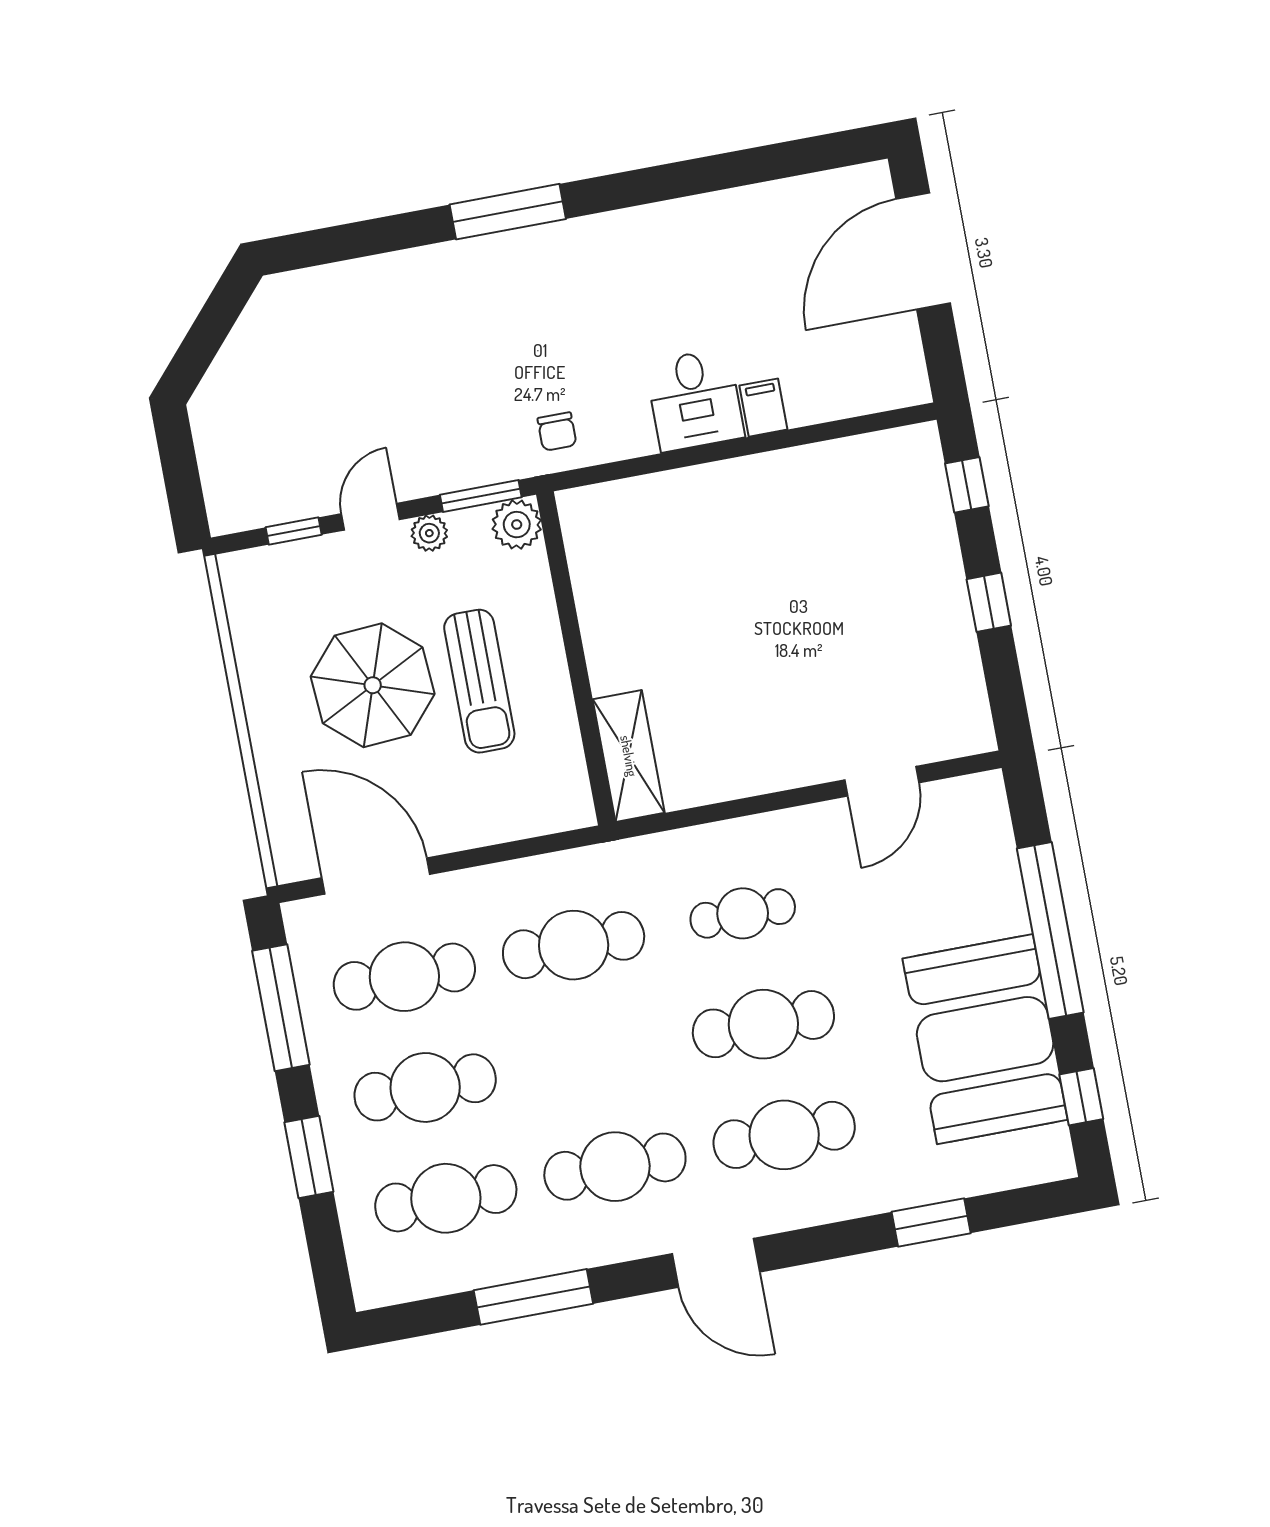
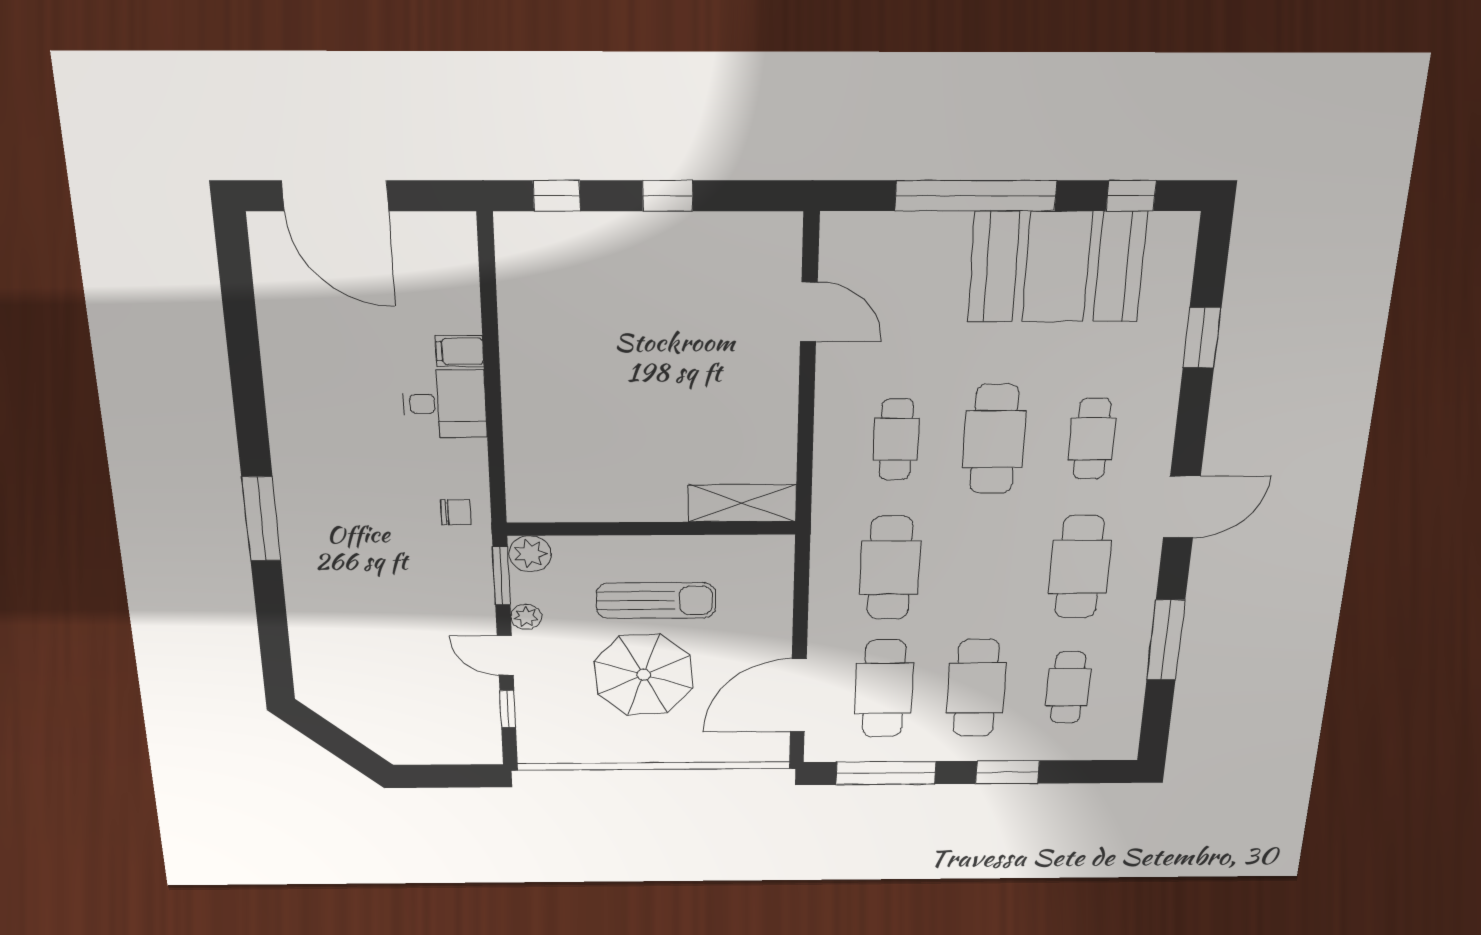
cafe table: (784, 1135) -> (1092, 439), width x0.73, depth x0.74
cafe table: (446, 1198) -> (1068, 687), width x0.73, depth x0.74

